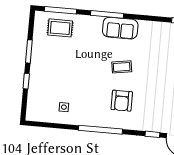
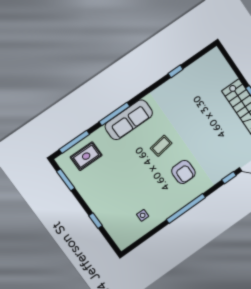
sofa: (120, 28) -> (129, 120), width x1.36
window: (29, 51) -> (66, 180), moved

